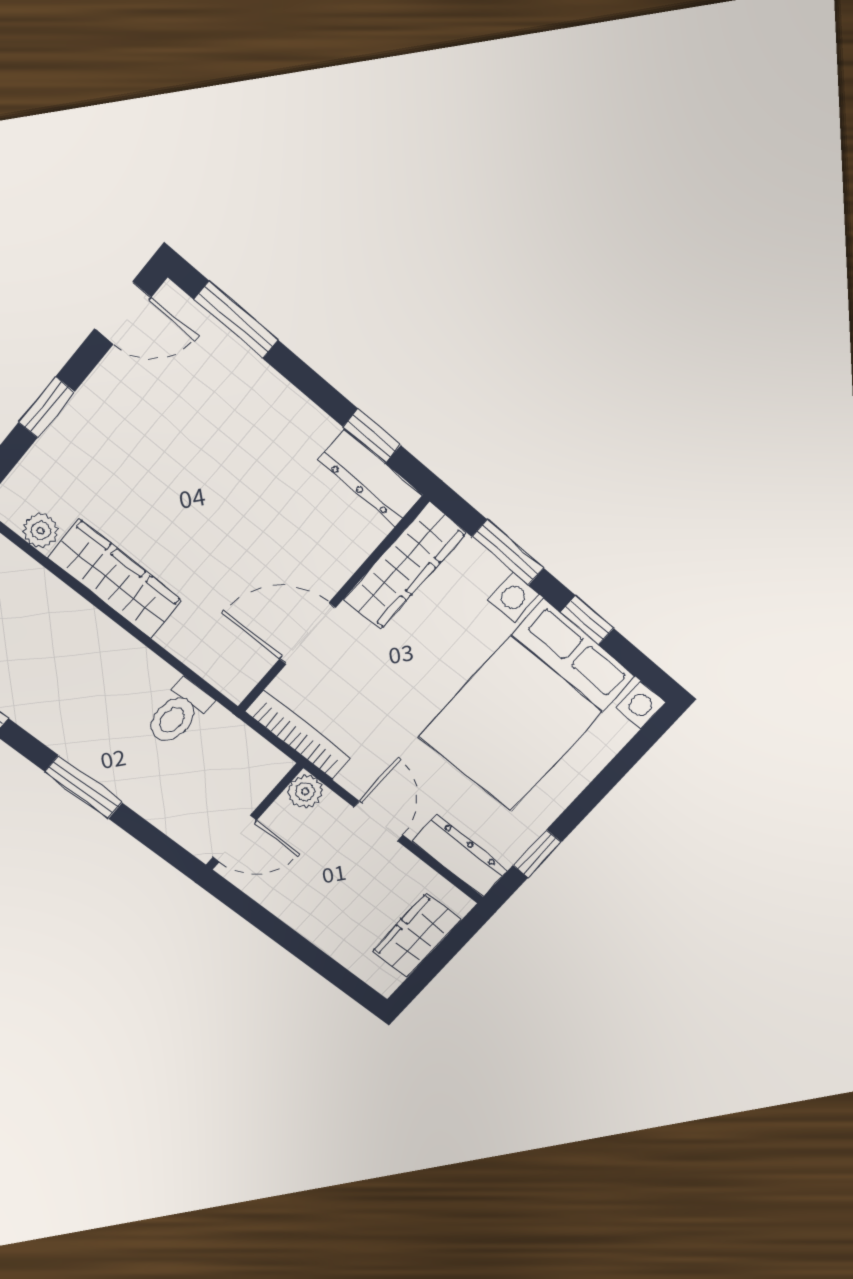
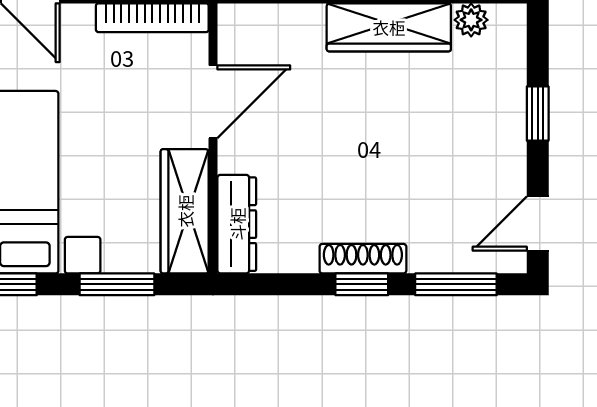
shoe rack: (296, 408) -> (363, 259), added
window: (372, 436) -> (362, 284), moved
dresser: (370, 478) -> (237, 224), moved, turned 90

